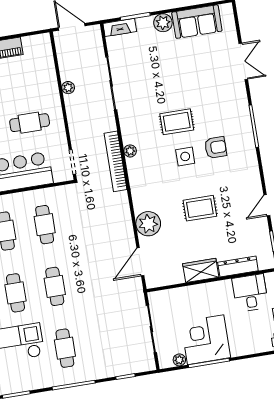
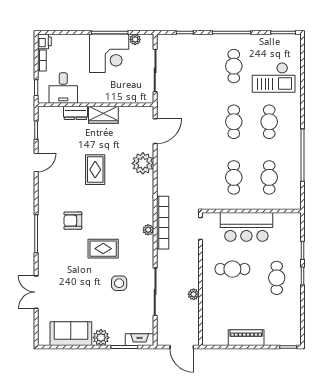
side table: (185, 156) -> (119, 283), moved
rug: (200, 208) -> (95, 170), turned 90
dresser: (238, 267) -> (75, 113), width x0.70

